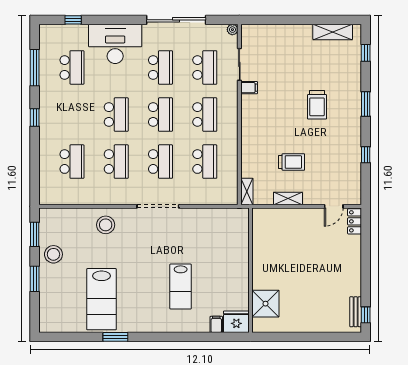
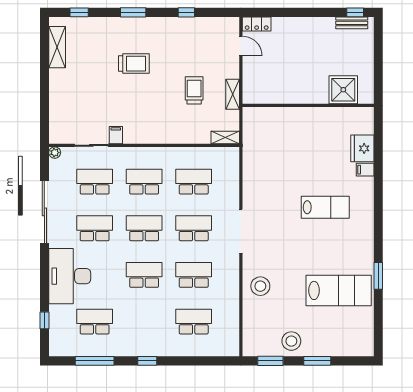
wall: (251, 270) -> (308, 105), moved
shower: (265, 304) -> (343, 90), moved

